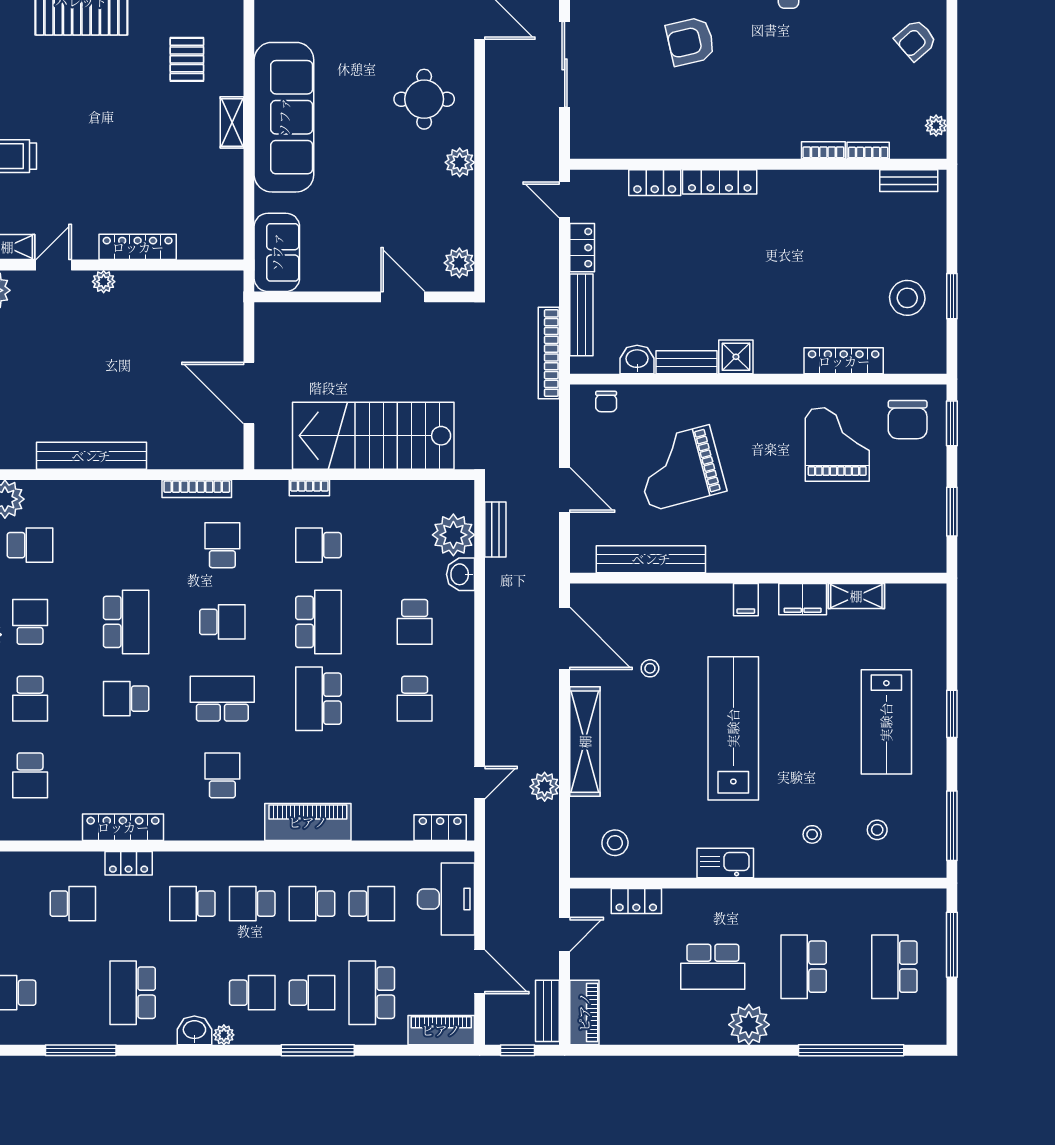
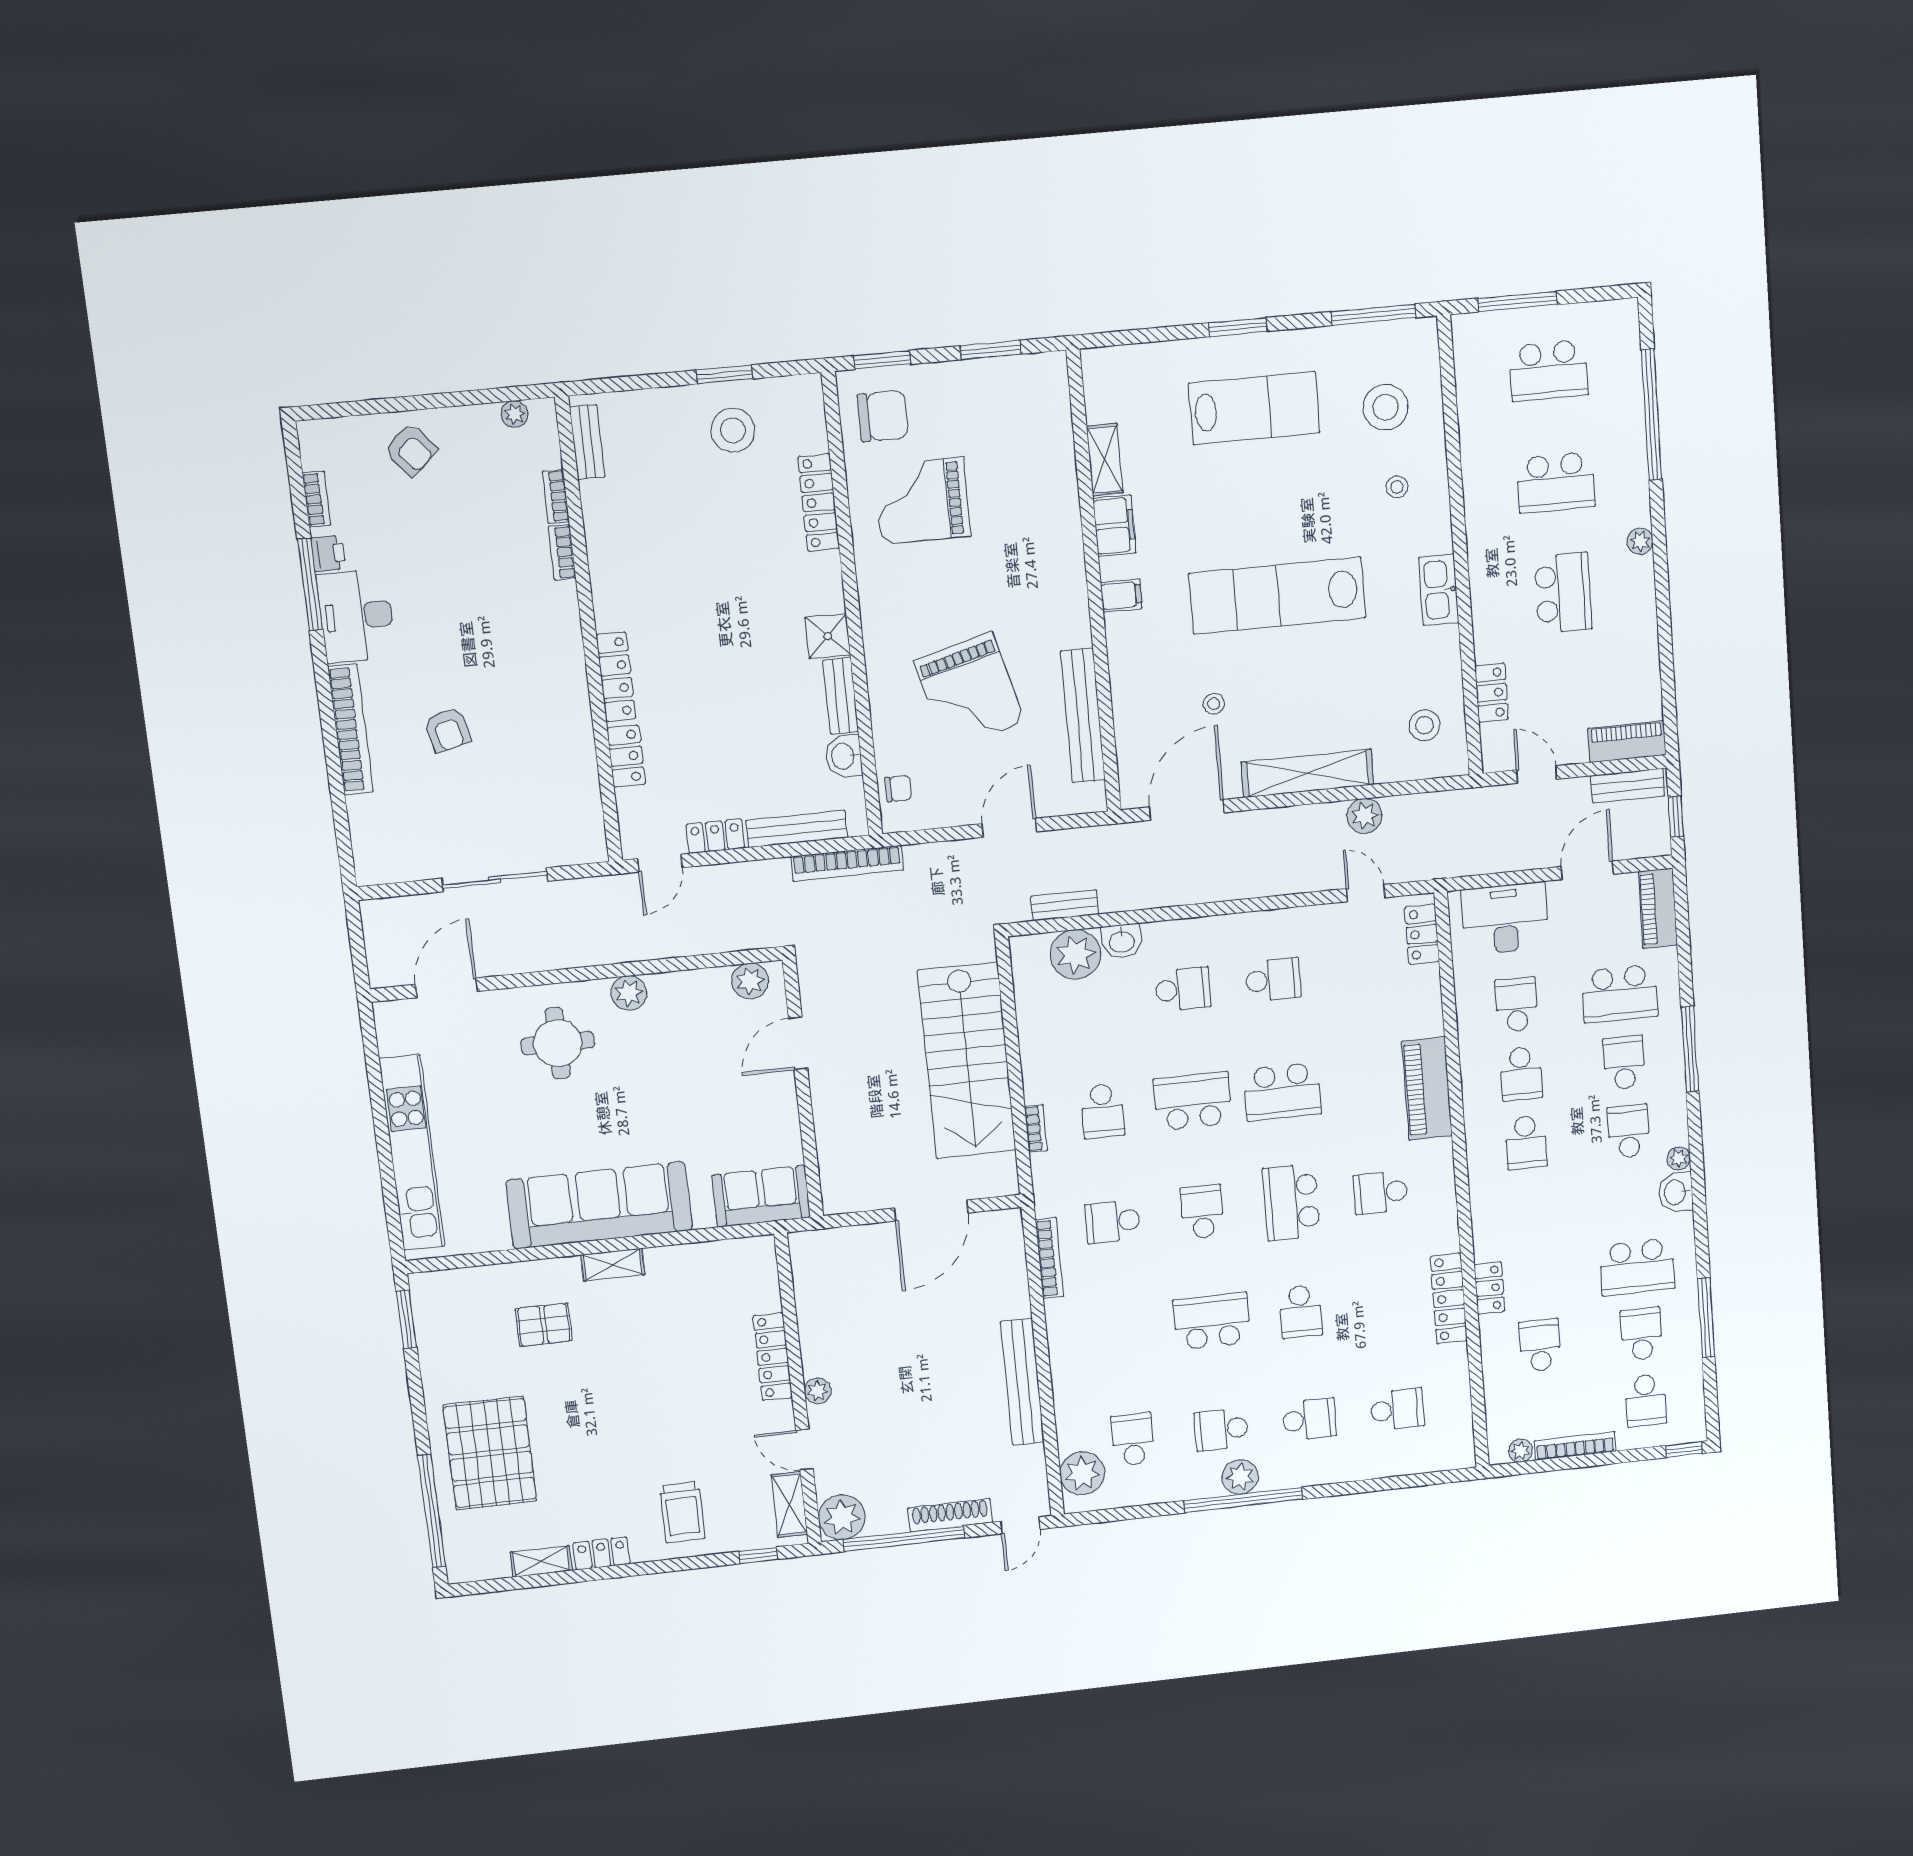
armchair: (690, 41) -> (447, 730), width x0.72, depth x0.72
stool: (877, 830) -> (1385, 407), width x1.89, depth x1.89
school desk: (192, 904) -> (1641, 1334), moved, turned 180
plant: (749, 1025) -> (1640, 541), width x0.53, depth x0.53

